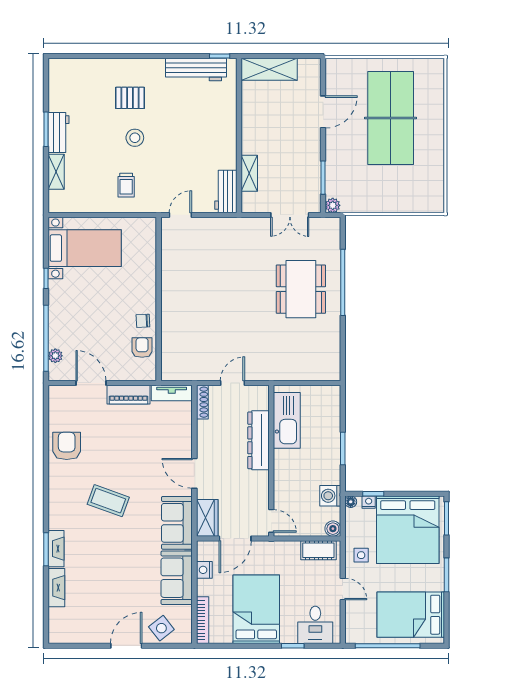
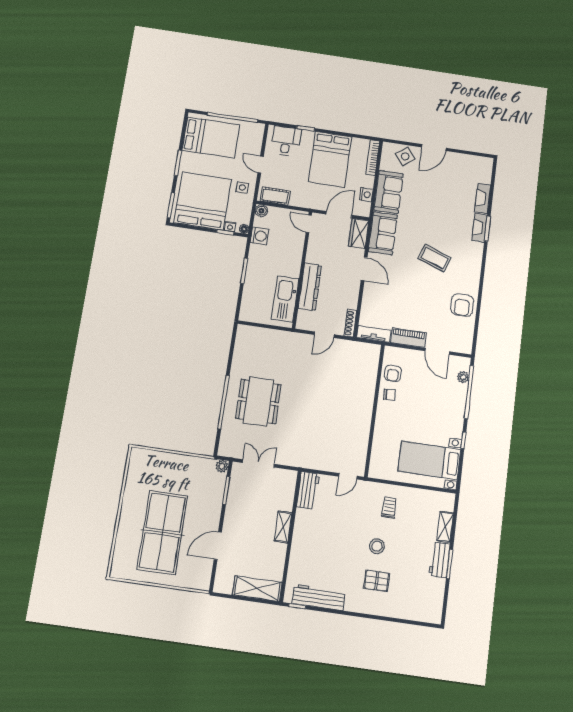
shelving: (249, 173) -> (283, 527), moved

